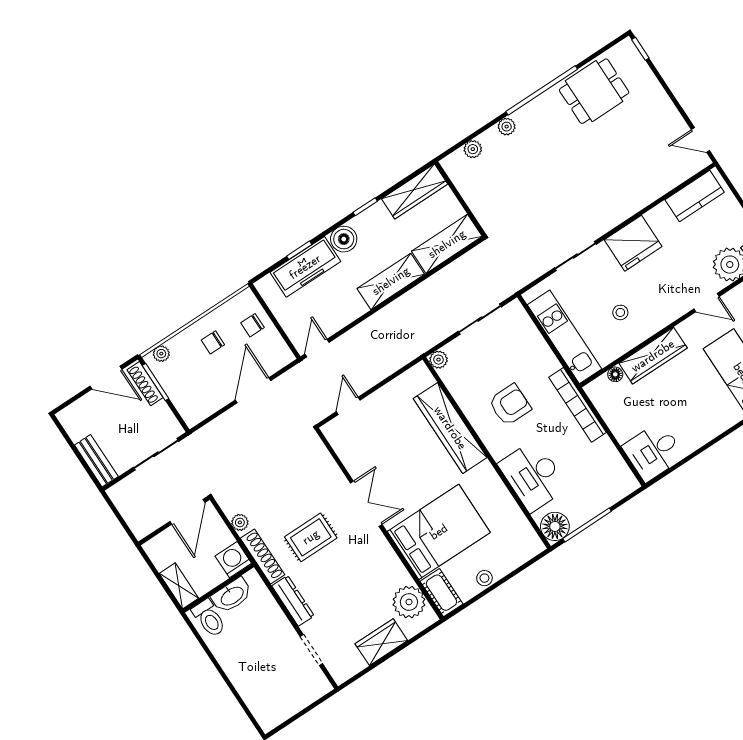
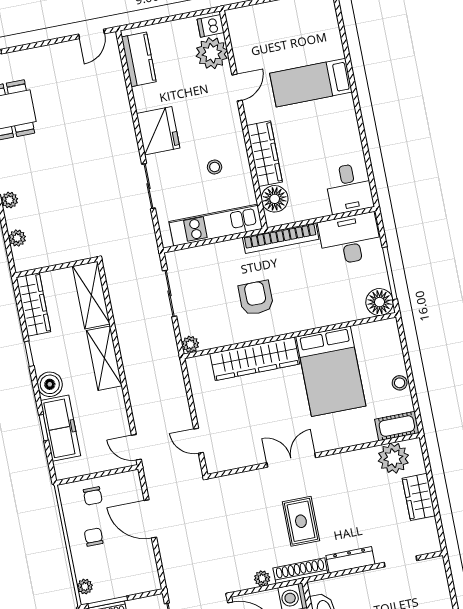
chair: (213, 342) -> (94, 537), turned 180
floor lamp: (615, 374) -> (275, 199), width x1.89, depth x1.89
desk: (533, 476) -> (350, 239), moved, turned 180
bed: (439, 532) -> (331, 371), moved, turned 180

